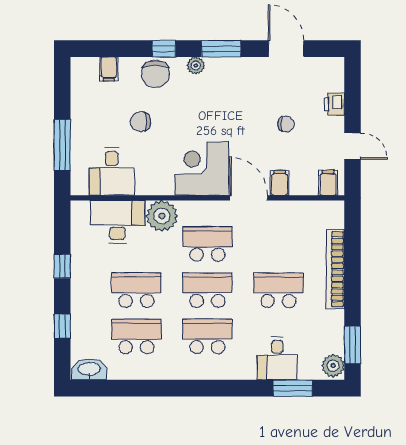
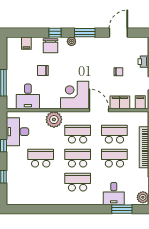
door: (286, 49) -> (118, 33), hinge flipped
filing cabinet: (280, 183) -> (120, 102), width x2.00
desk: (117, 222) -> (17, 132), moved, turned -90
school desk: (136, 336) -> (114, 134), moved
washbasin: (89, 369) -> (16, 199), removed

